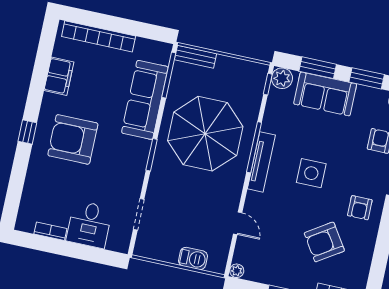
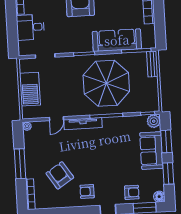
tv unit: (261, 162) -> (83, 124), moved
side table: (311, 173) -> (100, 156), removed
barbecue: (193, 258) -> (30, 89), width x1.88, depth x1.53

